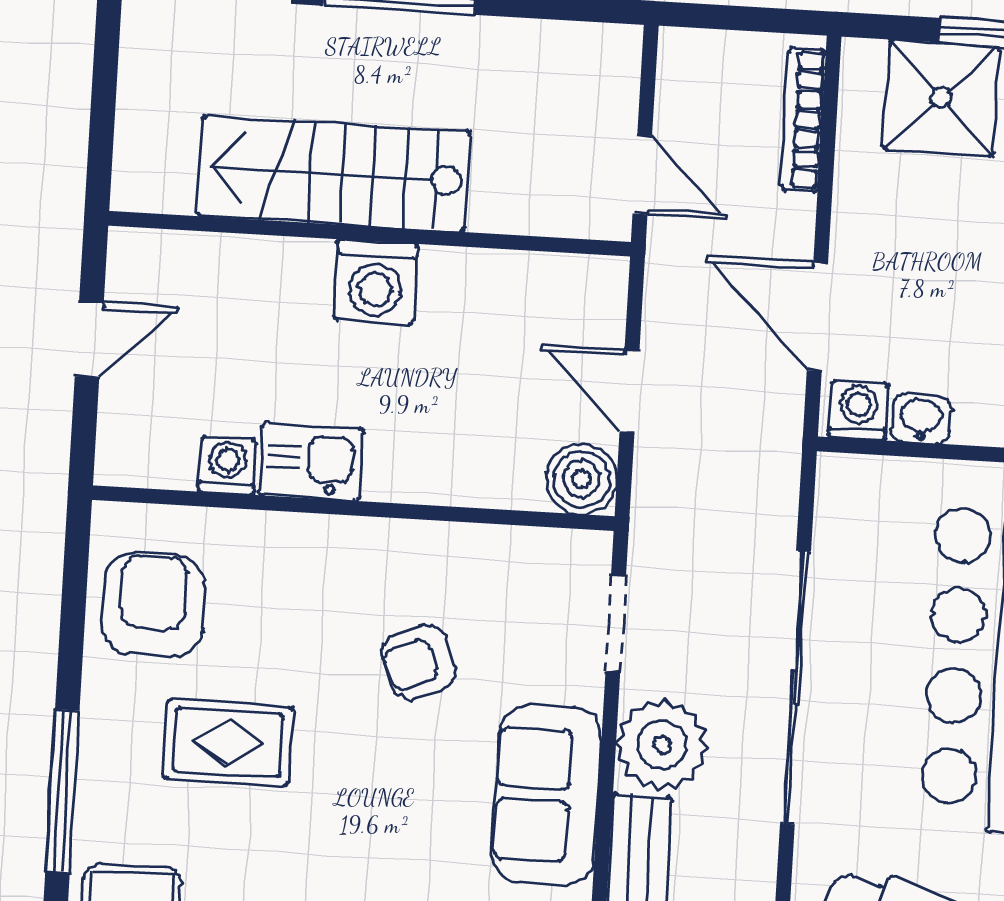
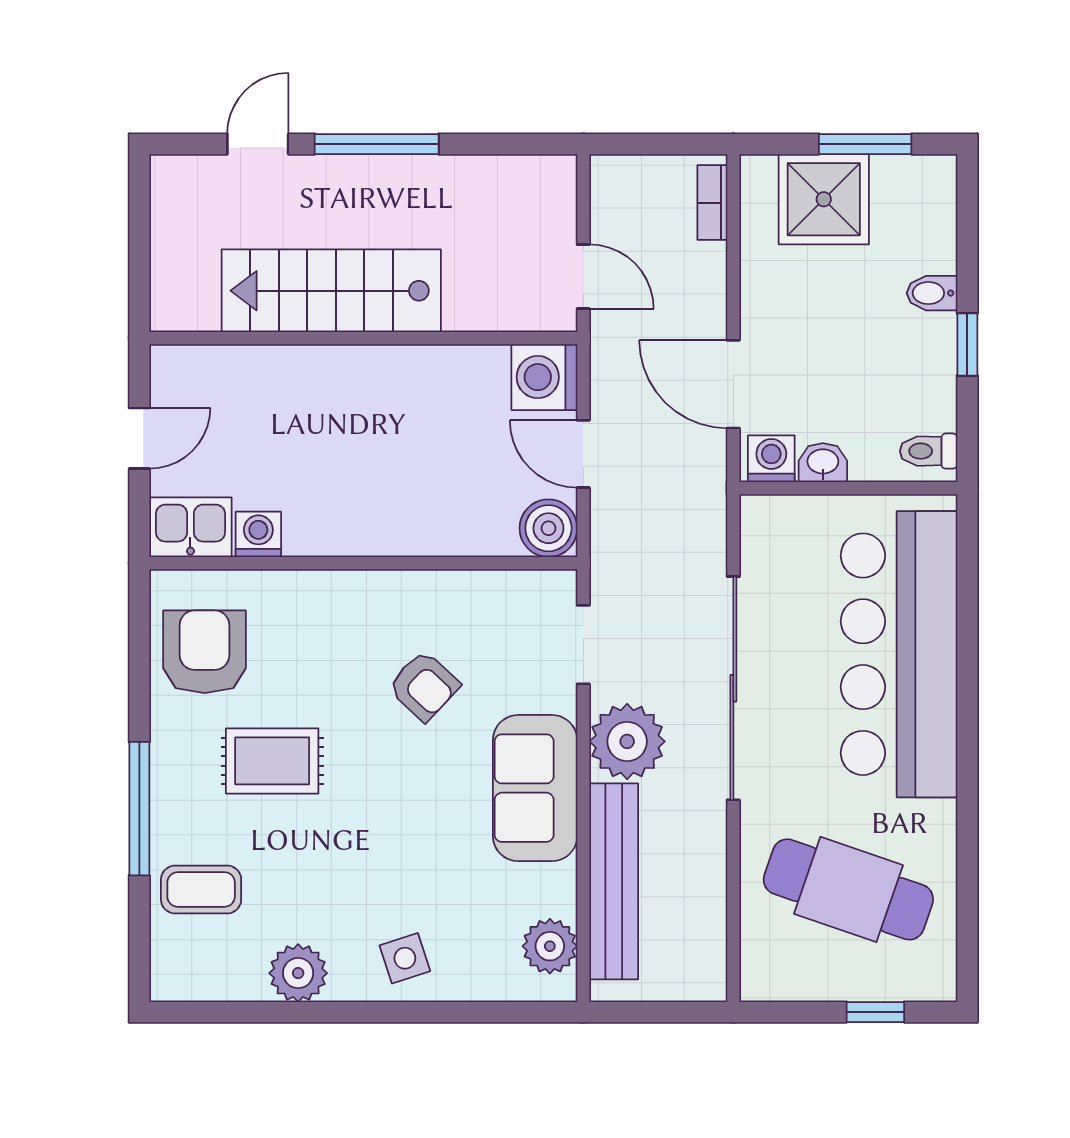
bookcase: (804, 119) -> (712, 203), width x0.64
washing machine: (376, 282) -> (544, 377), moved, turned 90
kitchen sink: (311, 462) -> (190, 527), moved
armchair: (418, 662) -> (424, 686), turned -115

